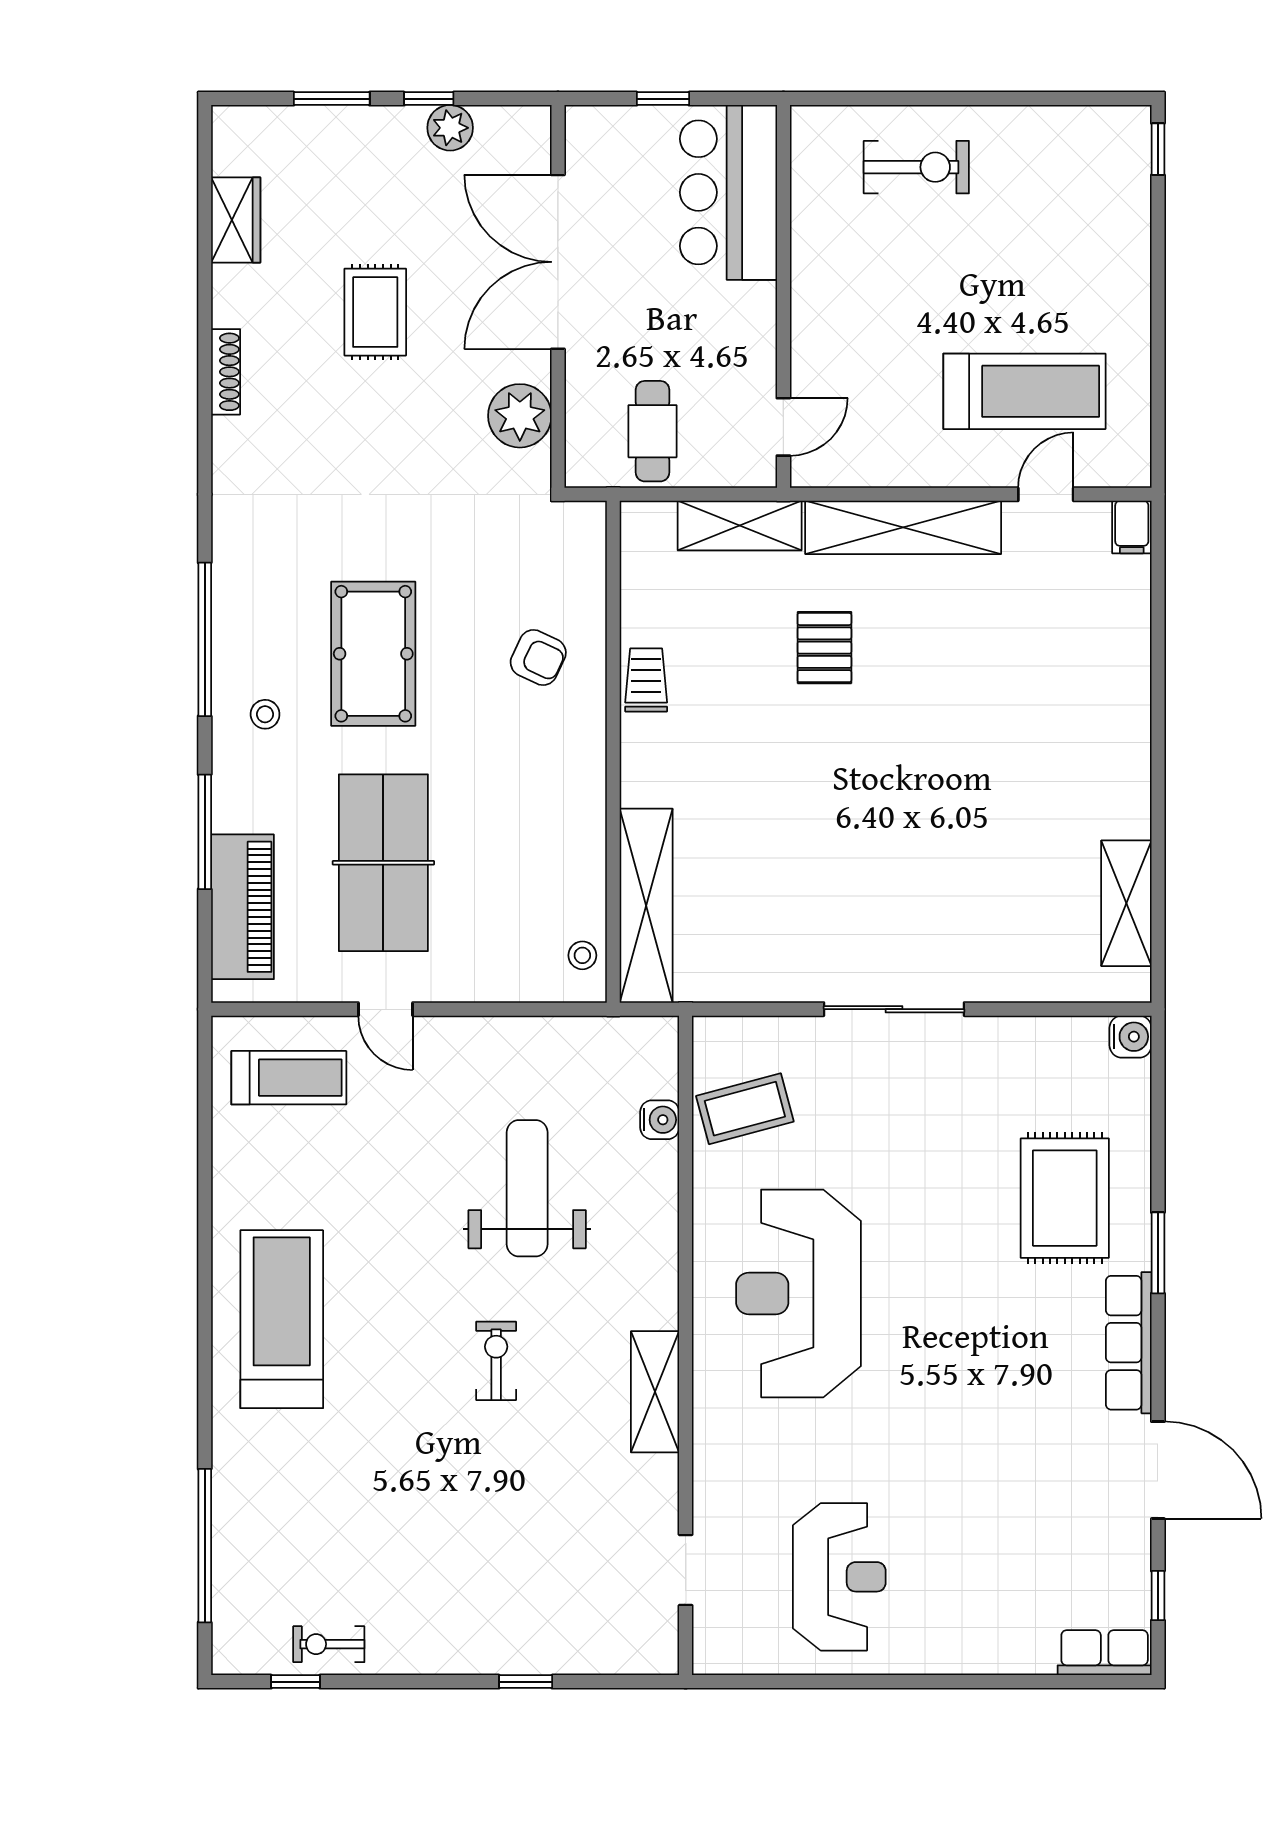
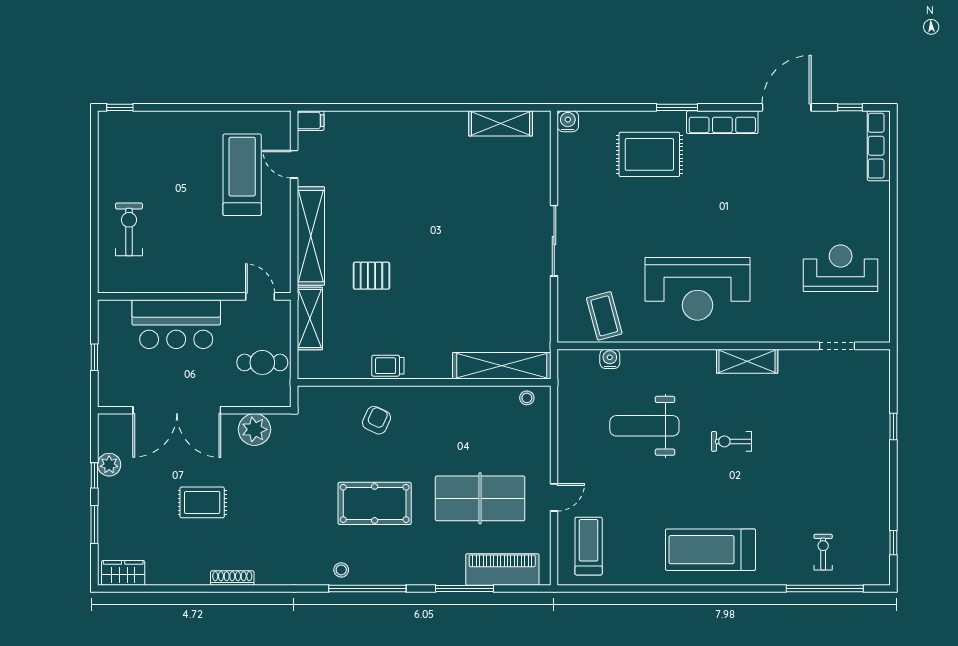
bar counter: (728, 192) -> (176, 324), moved
wardrobe: (236, 220) -> (123, 573), moved
stool: (265, 714) -> (341, 570), moved
exercise bike: (329, 1644) -> (823, 552), moved, turned 180
row of seats: (1105, 1653) -> (879, 146), width x1.48

